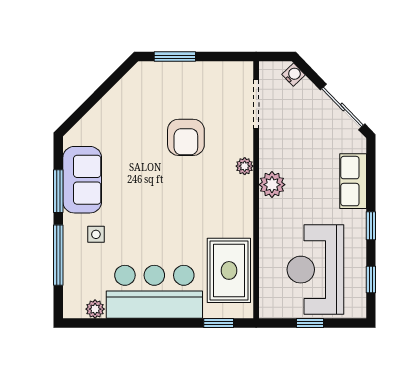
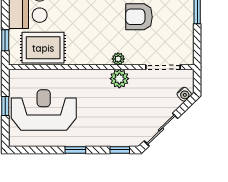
row of seats: (353, 181) -> (107, 137), removed
plant: (272, 185) -> (119, 79), moved
window: (371, 280) -> (120, 150), moved

